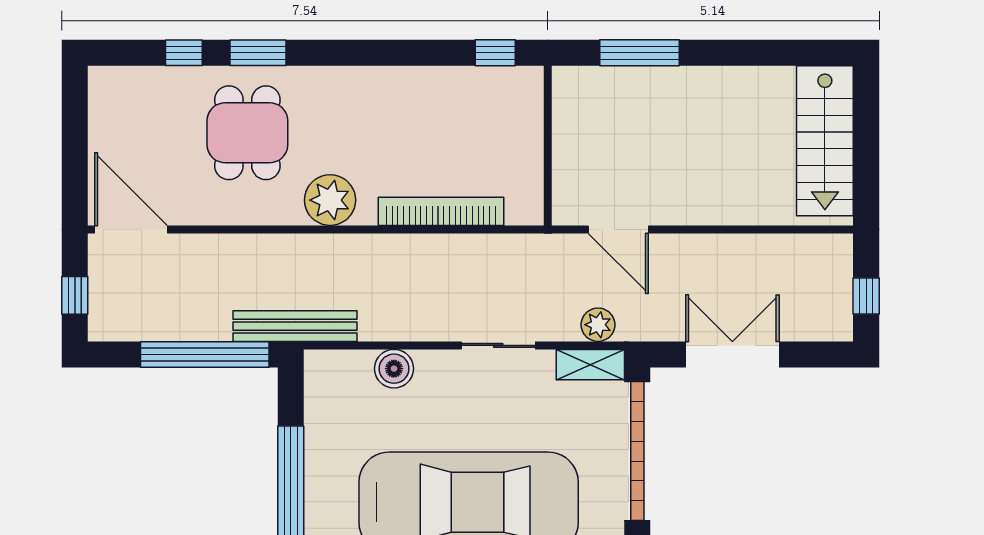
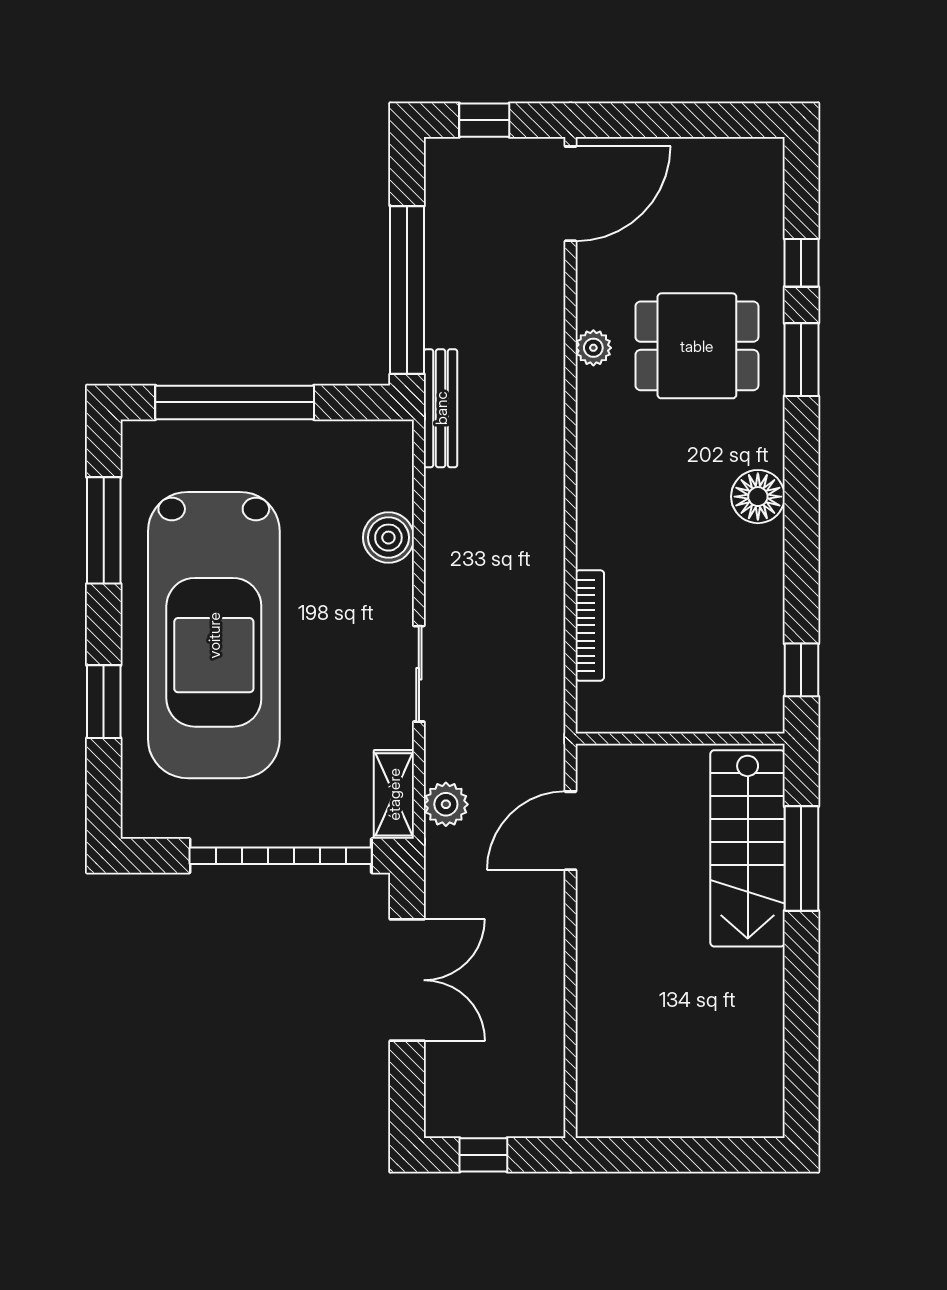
floor lamp: (363, 86) -> (758, 497), added
stairs: (825, 141) -> (748, 848), moved, turned -90
plant: (330, 200) -> (593, 348), moved, width x0.53, depth x0.53
bookcase: (441, 211) -> (590, 625), width x0.68, depth x0.76
bench: (295, 326) -> (441, 408), width x0.73, depth x0.82

